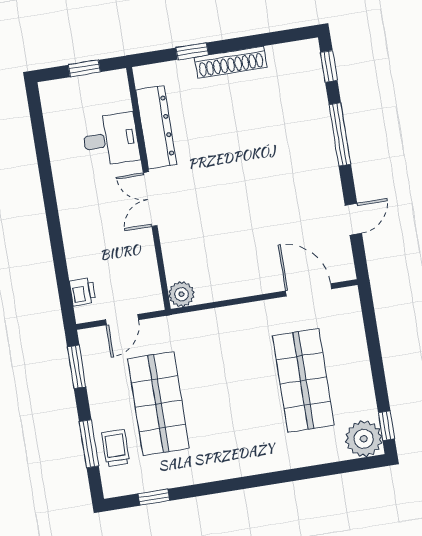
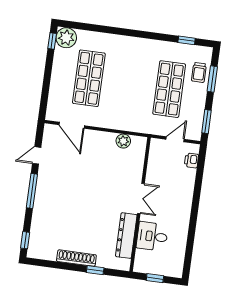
window: (340, 134) -> (32, 191), moved
plant: (181, 294) -> (123, 141), moved

